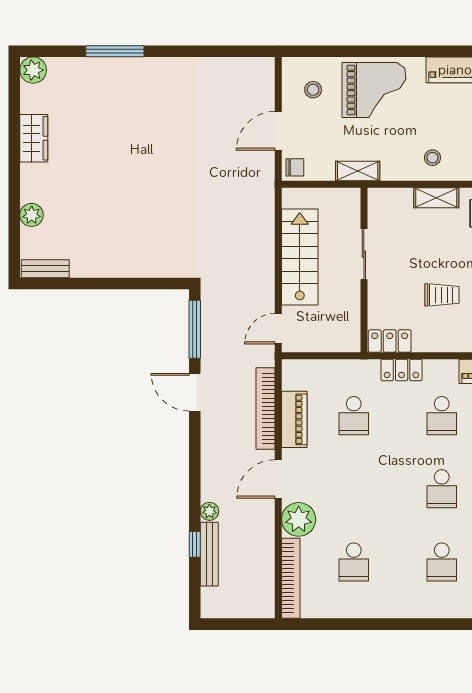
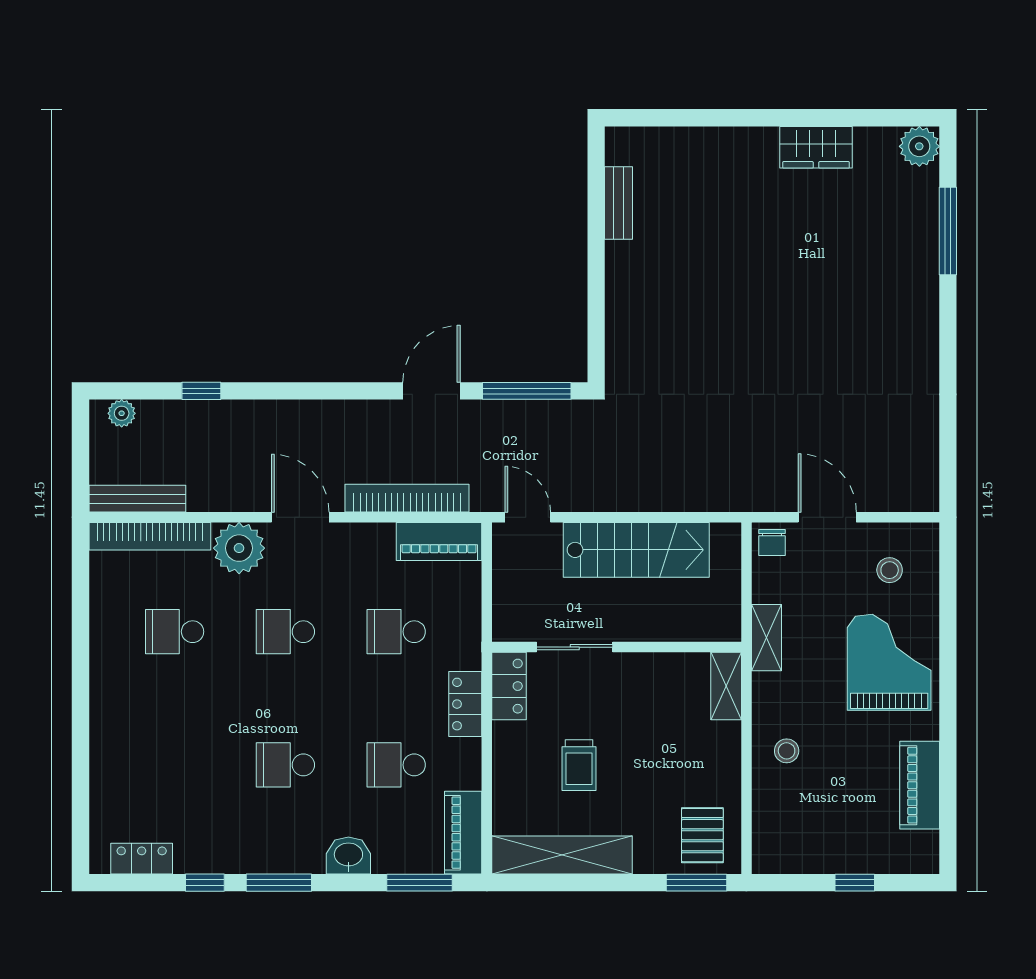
window: (115, 51) -> (948, 231), moved
grand piano: (374, 90) -> (889, 662), turned 180
shelving: (436, 198) -> (726, 686), moved
plant: (32, 215) -> (700, 144), removed
sliding door: (364, 254) -> (575, 647), moved
bench: (45, 269) -> (619, 203), moved
piano: (294, 419) -> (439, 542), moved
plant: (209, 511) -> (122, 413), moved
bench: (209, 554) -> (137, 499), moved
school desk: (442, 562) -> (285, 632), moved

